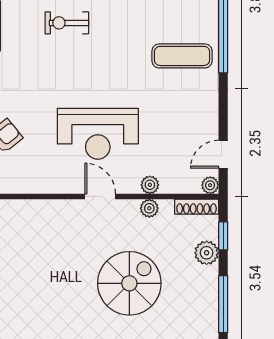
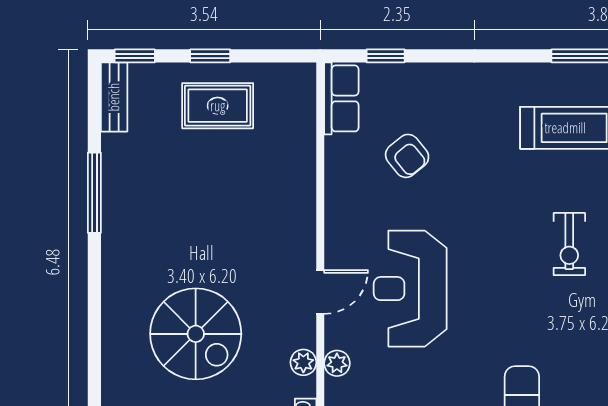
exercise bike: (67, 23) -> (569, 244), turned 180

